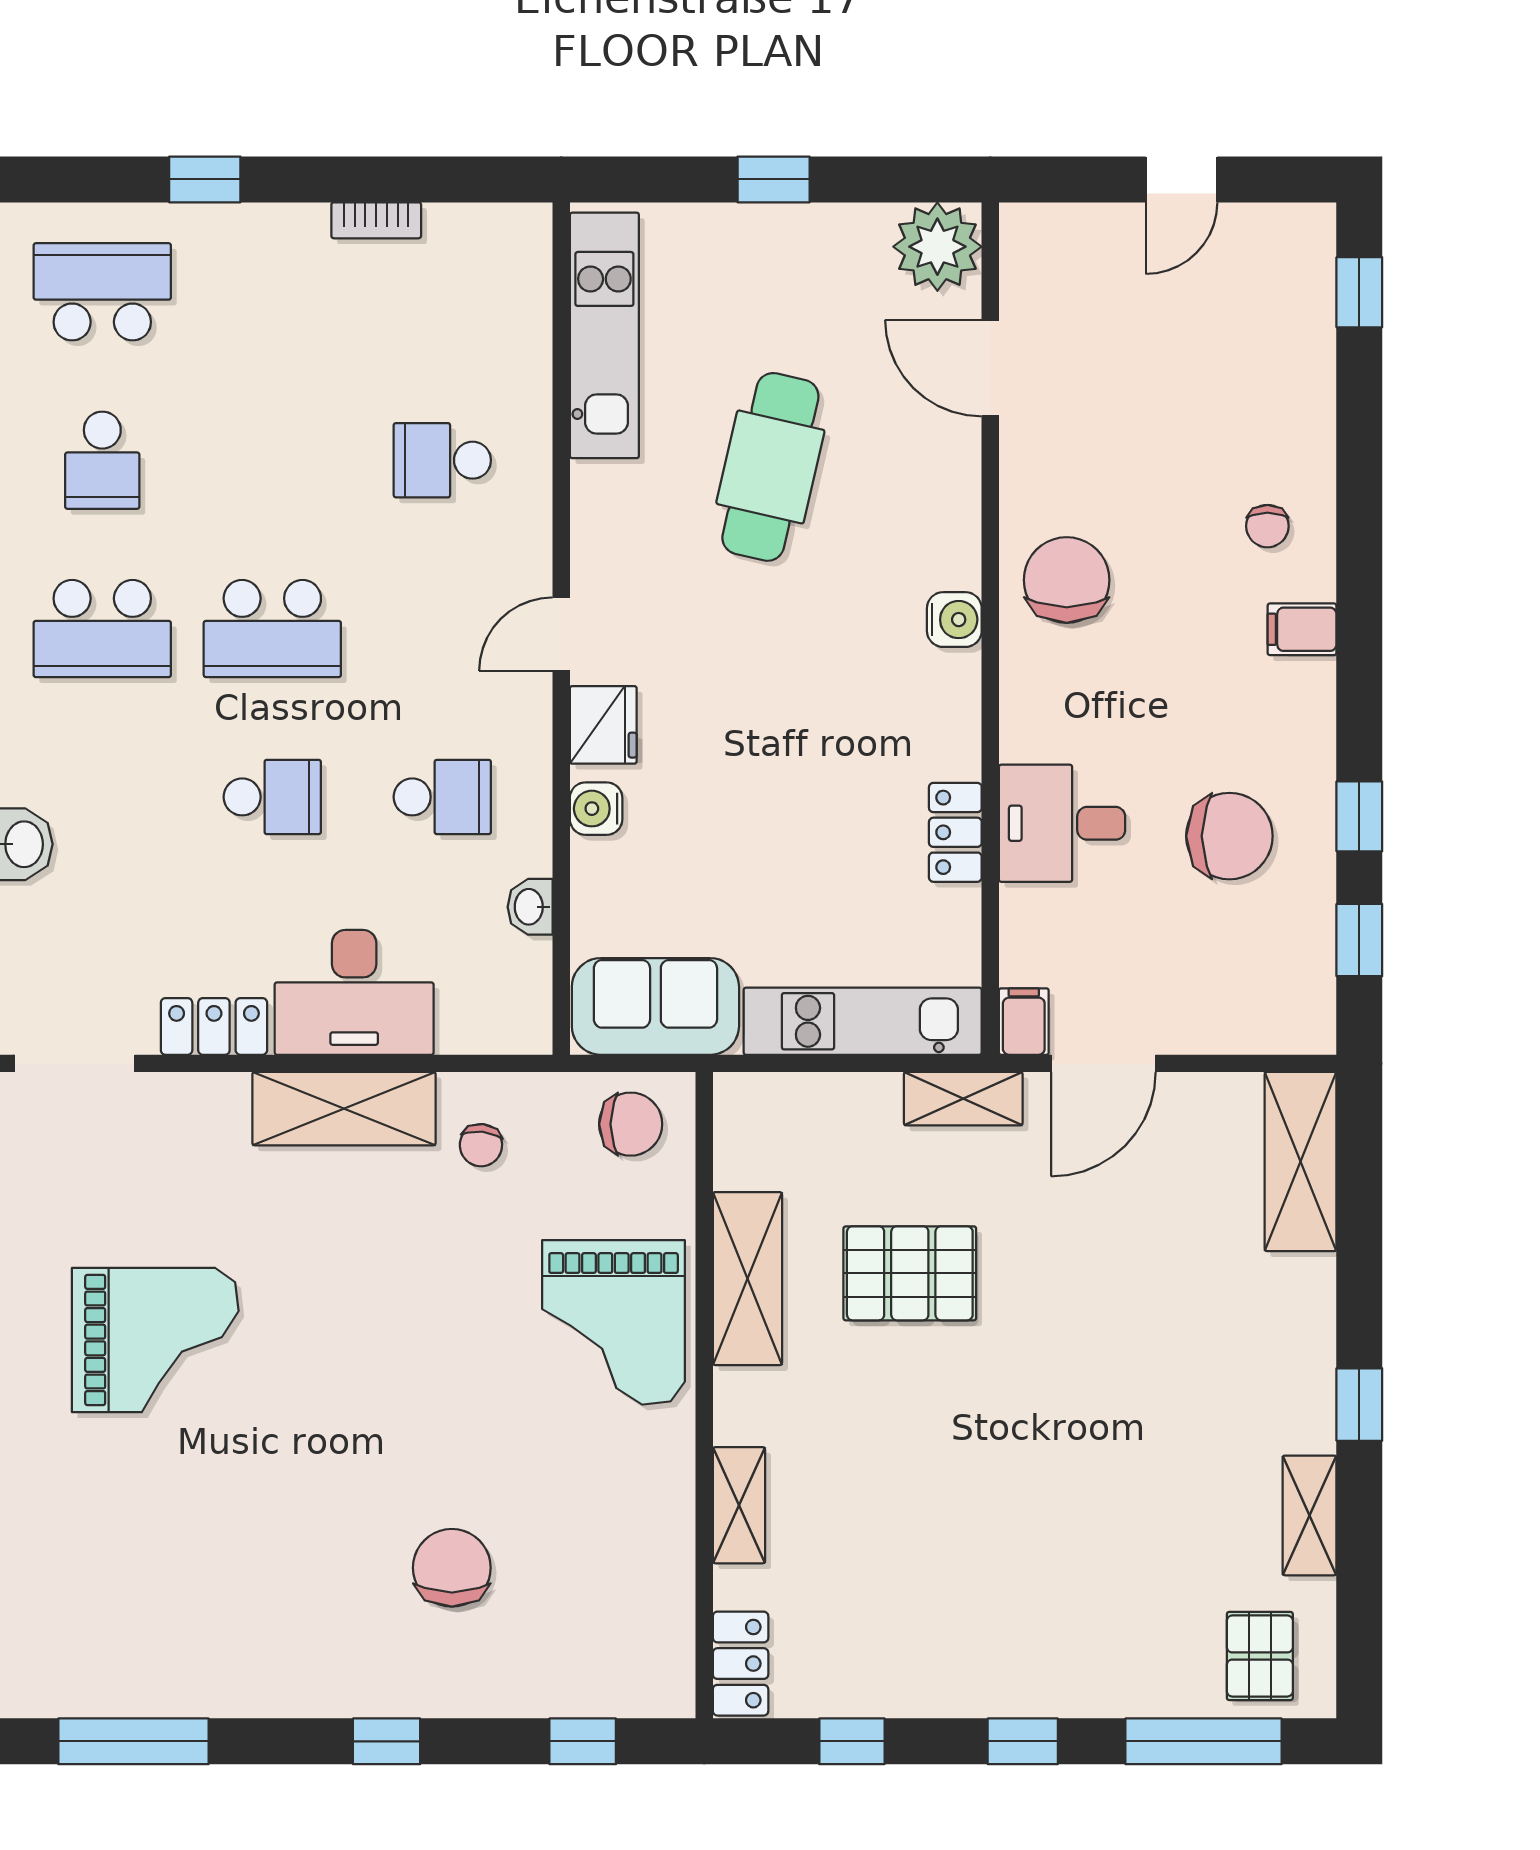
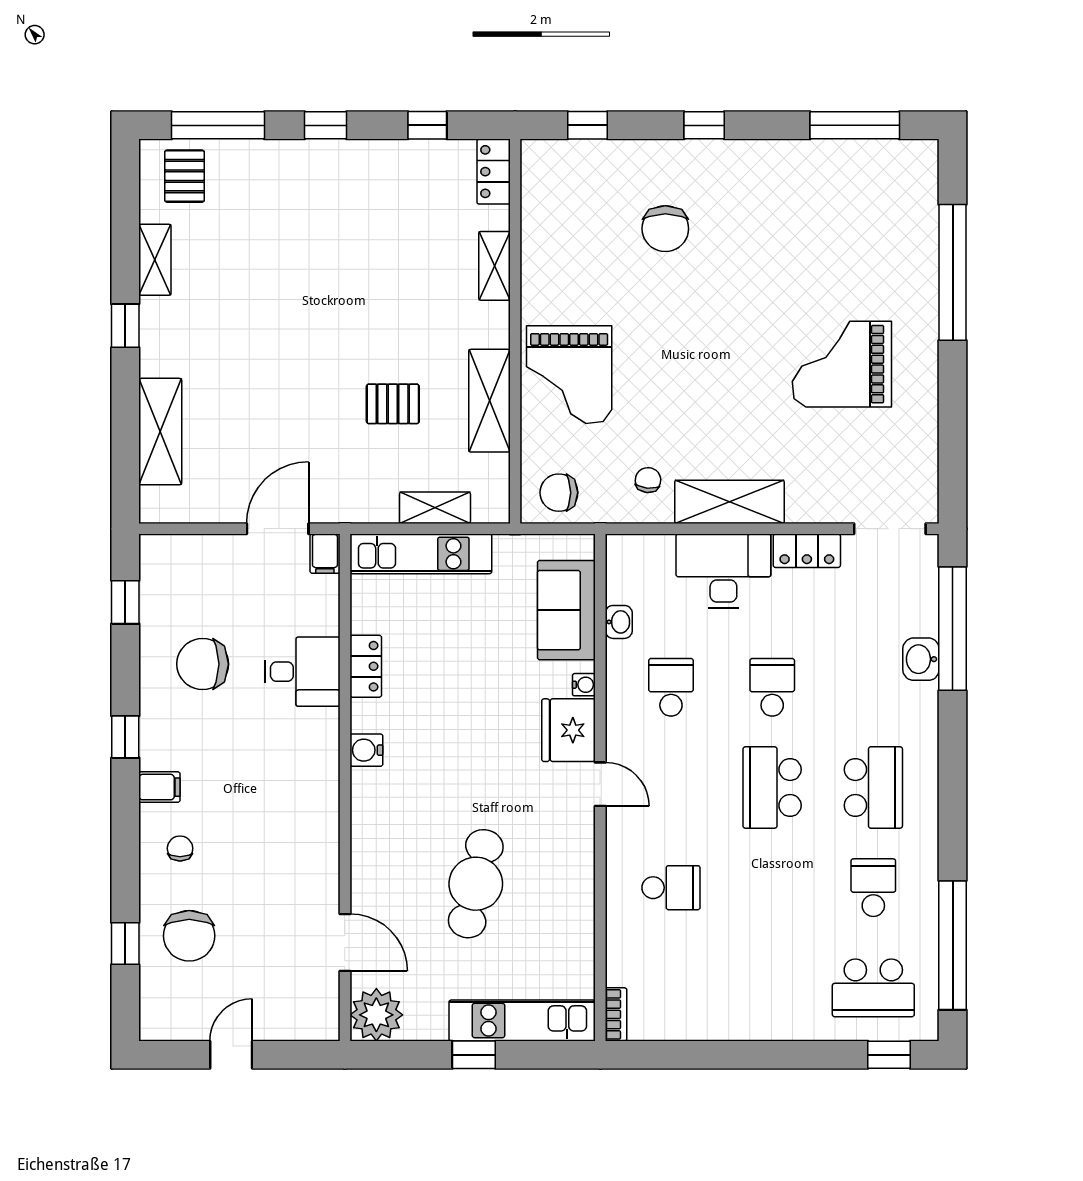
window: (205, 179) -> (889, 1055), moved
bookcase: (376, 220) -> (616, 1014), moved, turned 90
window: (1359, 292) -> (125, 944), moved
kitchen unit: (604, 335) -> (522, 1021), moved, turned 90
chair: (1067, 580) -> (189, 936), moved
water cooler: (954, 620) -> (366, 750), moved
school desk: (102, 629) -> (873, 787), turned 90
school desk: (272, 629) -> (772, 787), turned -90
door: (561, 634) -> (600, 784), hinge flipped
fridge: (603, 725) -> (568, 730), width x1.36, depth x1.34
school desk: (272, 797) -> (772, 687), turned 90
school desk: (442, 797) -> (671, 687), turned 90
water cooler: (596, 809) -> (584, 685), width x0.72, depth x0.72
window: (1359, 816) -> (125, 737), moved
sofa: (655, 1006) -> (566, 610), moved, turned 90
shelving: (963, 1099) -> (435, 508), moved
shelving: (1301, 1162) -> (160, 432), moved
pallet: (910, 1273) -> (393, 404), width x0.67, depth x0.71
grand piano: (614, 1322) -> (569, 375), turned 180

